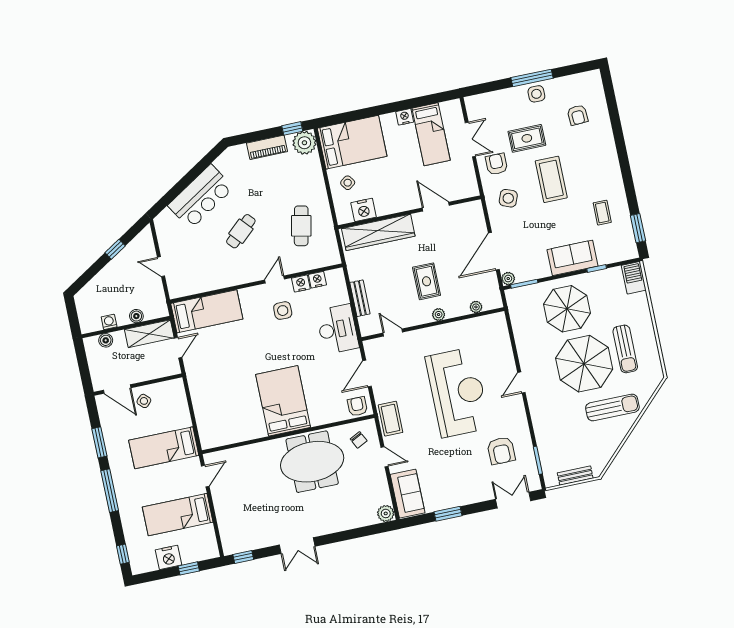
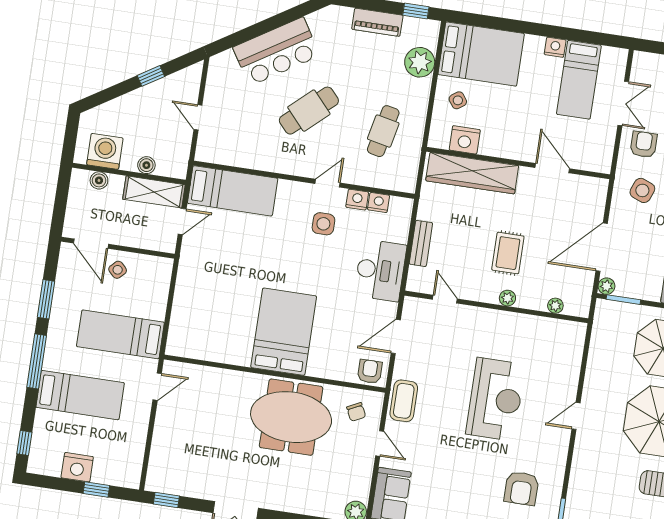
plant: (304, 143) -> (420, 62), moved
cafe table: (241, 231) -> (309, 111), width x1.37, depth x1.35
washing machine: (109, 322) -> (105, 151), width x1.89, depth x1.89
reception desk: (458, 392) -> (496, 399), width x0.74, depth x0.77
bed: (178, 515) -> (80, 395), moved, turned 180

